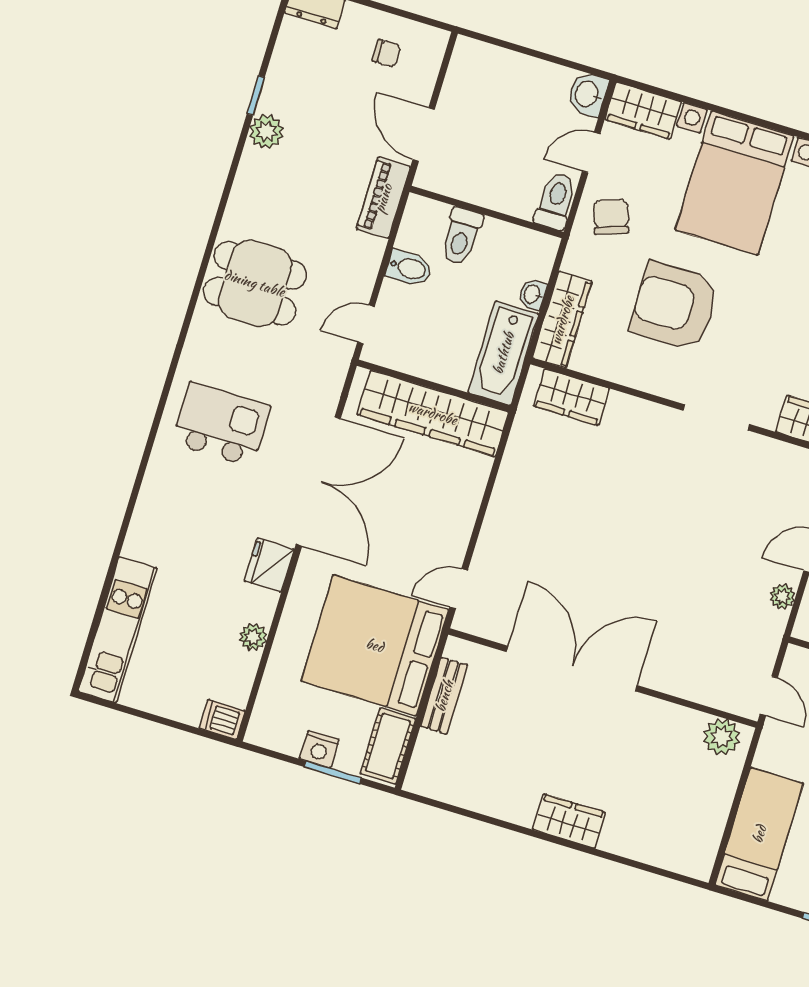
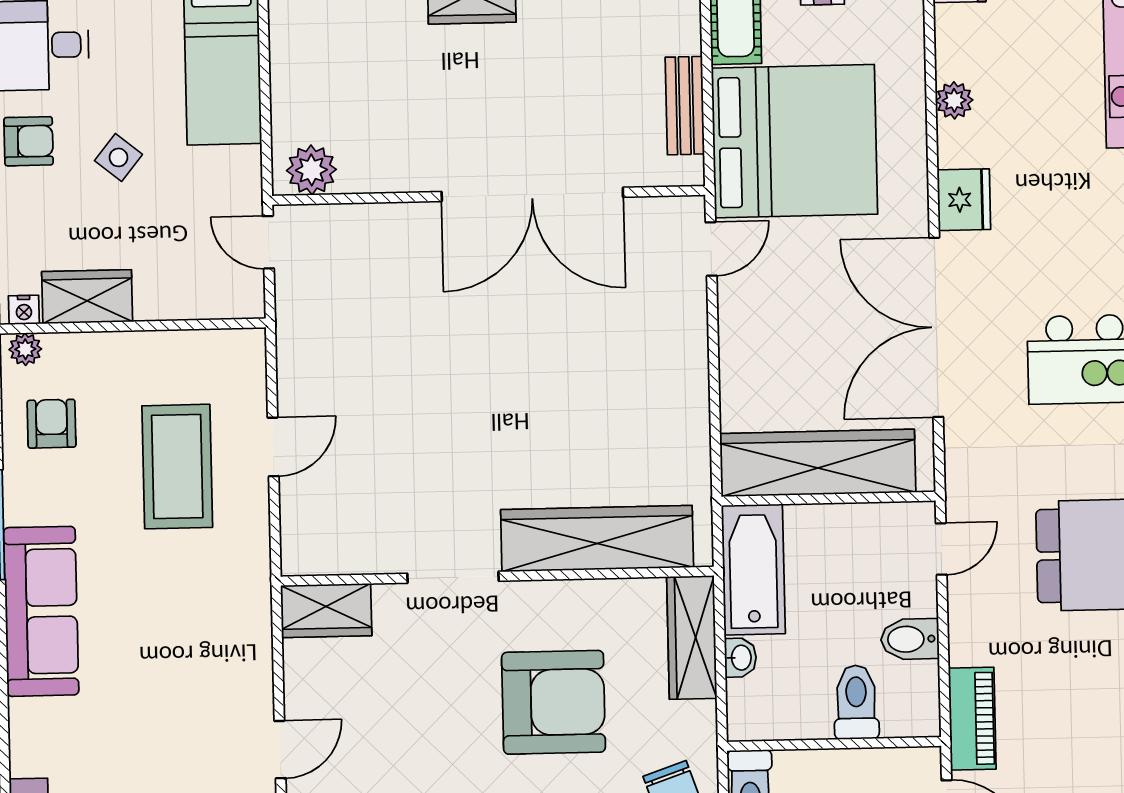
wardrobe: (571, 397) -> (597, 539), width x2.10, depth x1.17
plant: (782, 596) -> (293, 375), removed

